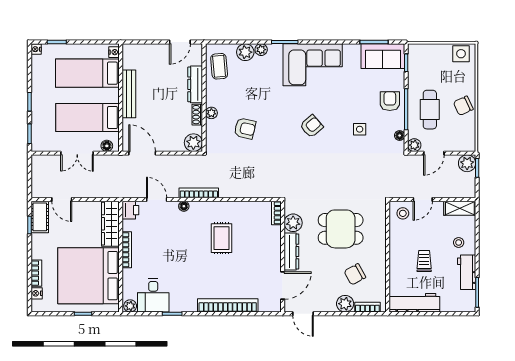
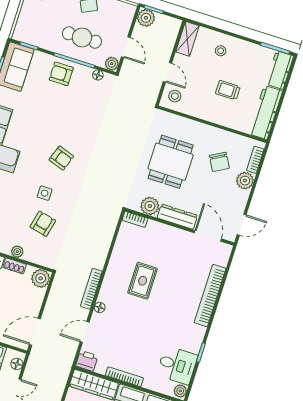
armchair: (311, 126) -> (61, 158), turned 150
side table: (360, 129) -> (45, 193), moved
rug: (222, 238) -> (143, 281), turned 90
workbench: (467, 272) -> (280, 70), moved, turned 90

